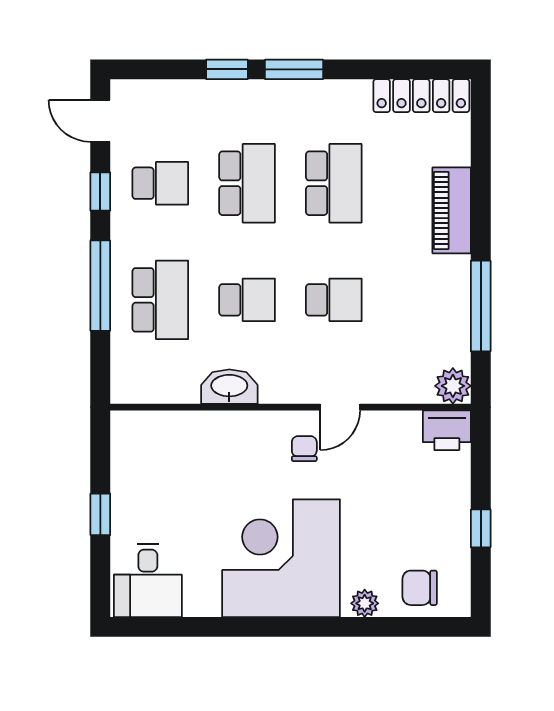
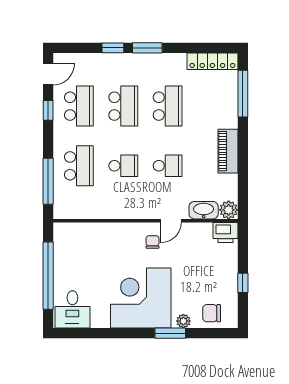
door: (100, 121) -> (48, 74), swing flipped
school desk: (160, 183) -> (79, 106), width x1.85
piano: (452, 210) -> (228, 151), moved
window: (100, 286) -> (48, 181), moved
window: (481, 306) -> (243, 94), moved
washbasin: (229, 387) -> (204, 210), moved
window: (100, 514) -> (48, 276), width x3.17
window: (339, 627) -> (170, 333), added

